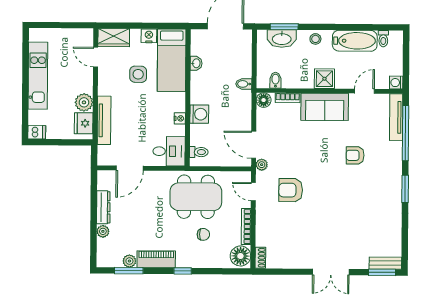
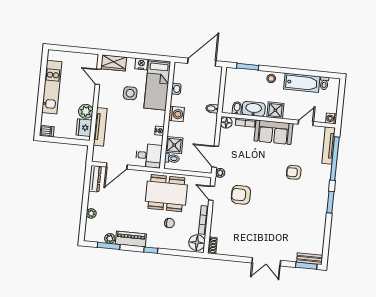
washbasin: (282, 39) -> (254, 109), moved, turned 180
washing machine: (199, 114) -> (176, 114), moved
shower: (200, 135) -> (174, 145), added
dresser: (103, 207) -> (95, 179), moved

